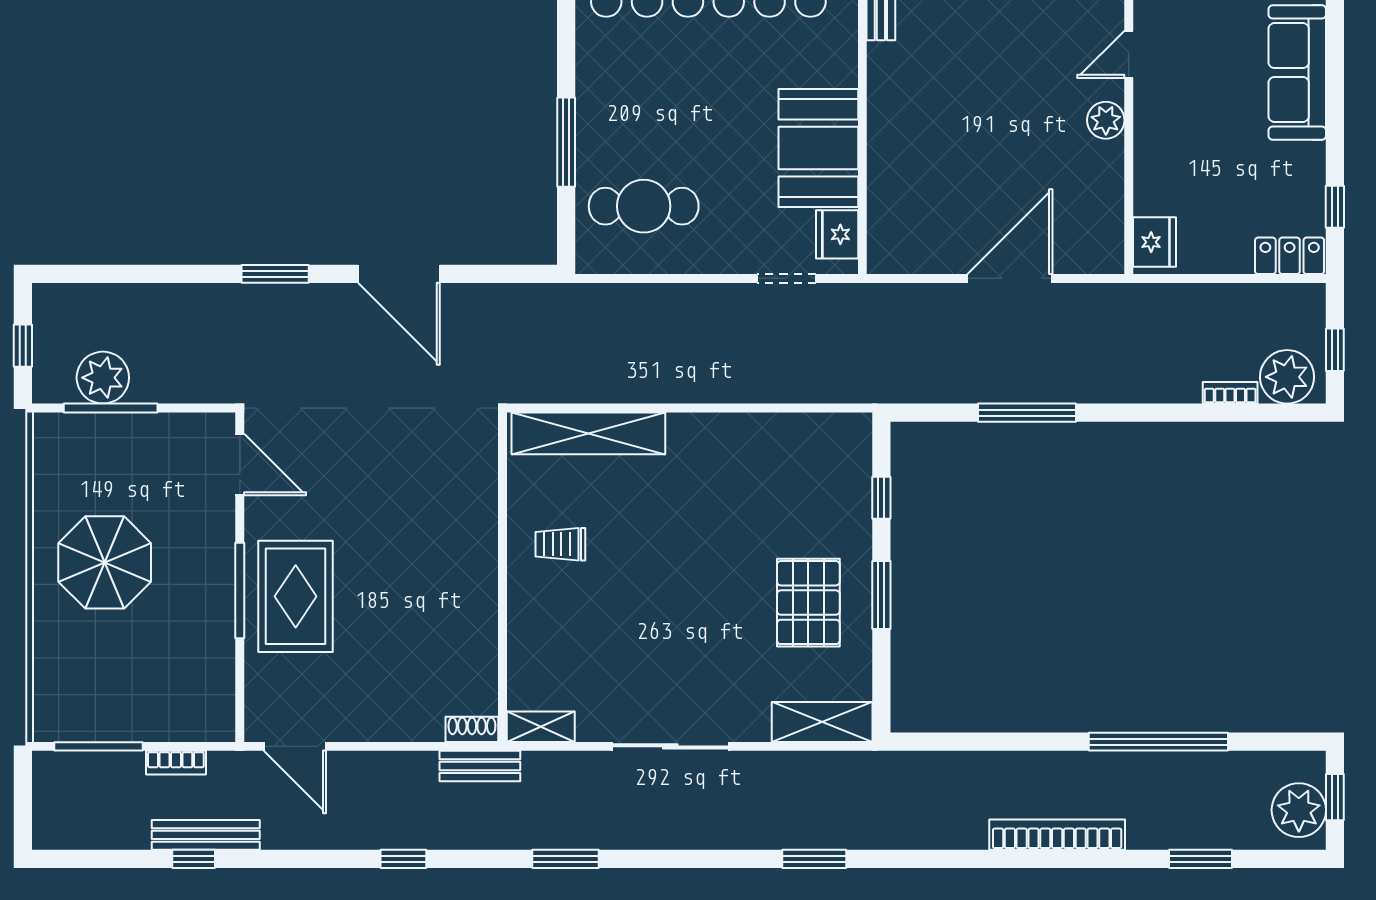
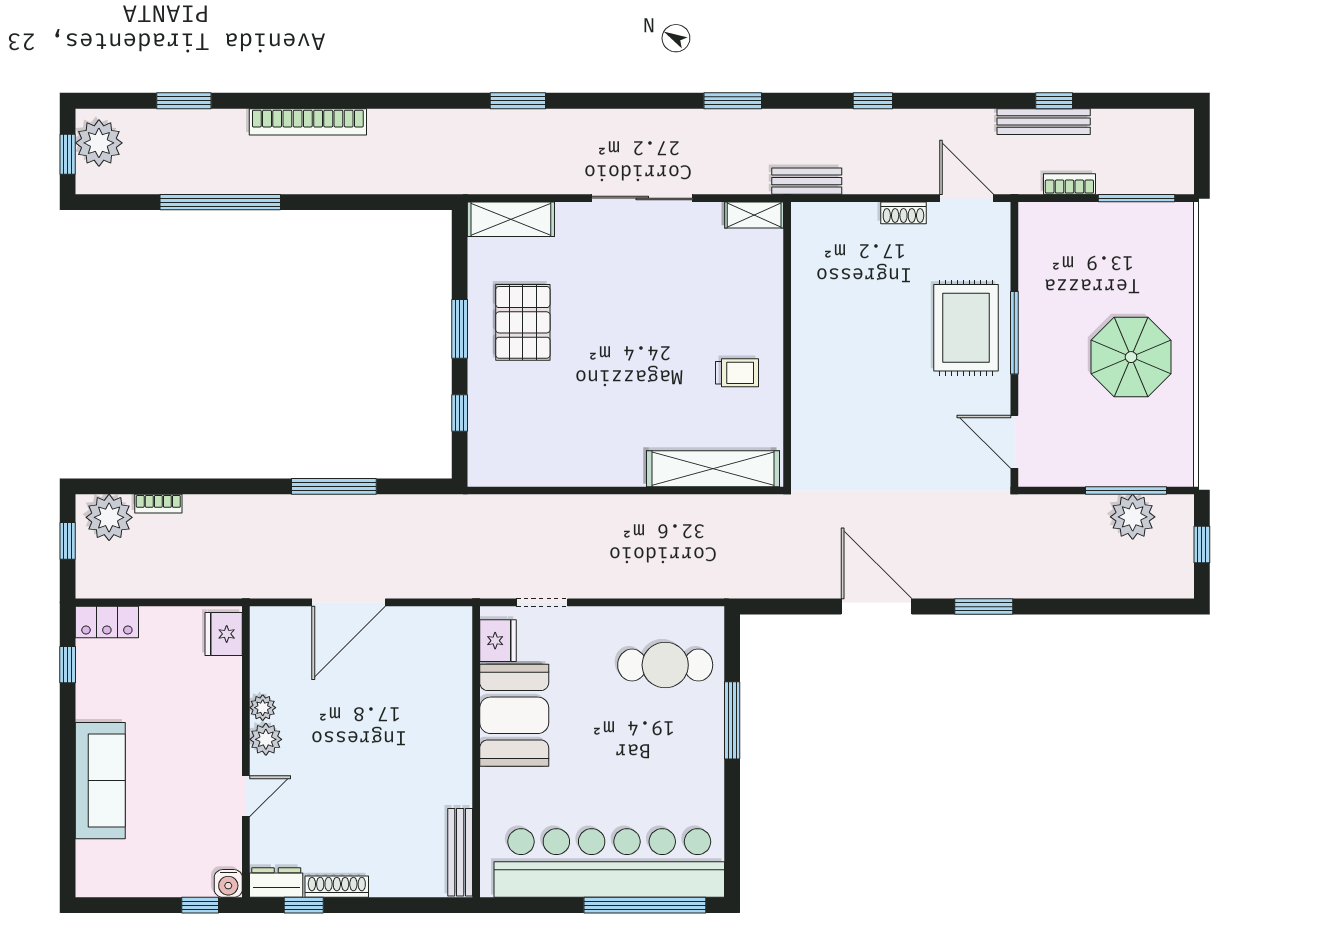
plant: (1109, 157) -> (263, 708), added
shoe rack: (472, 729) -> (903, 213), moved

